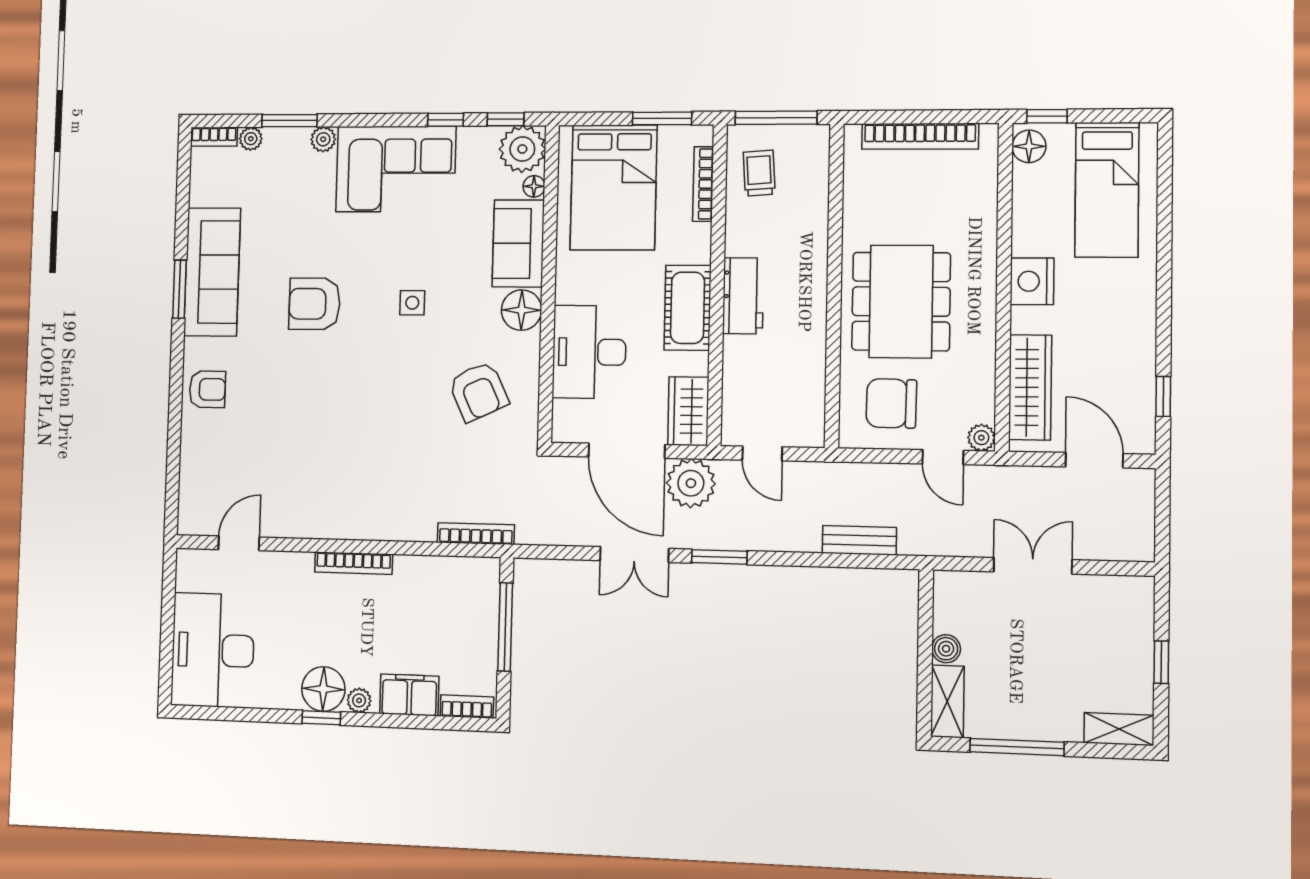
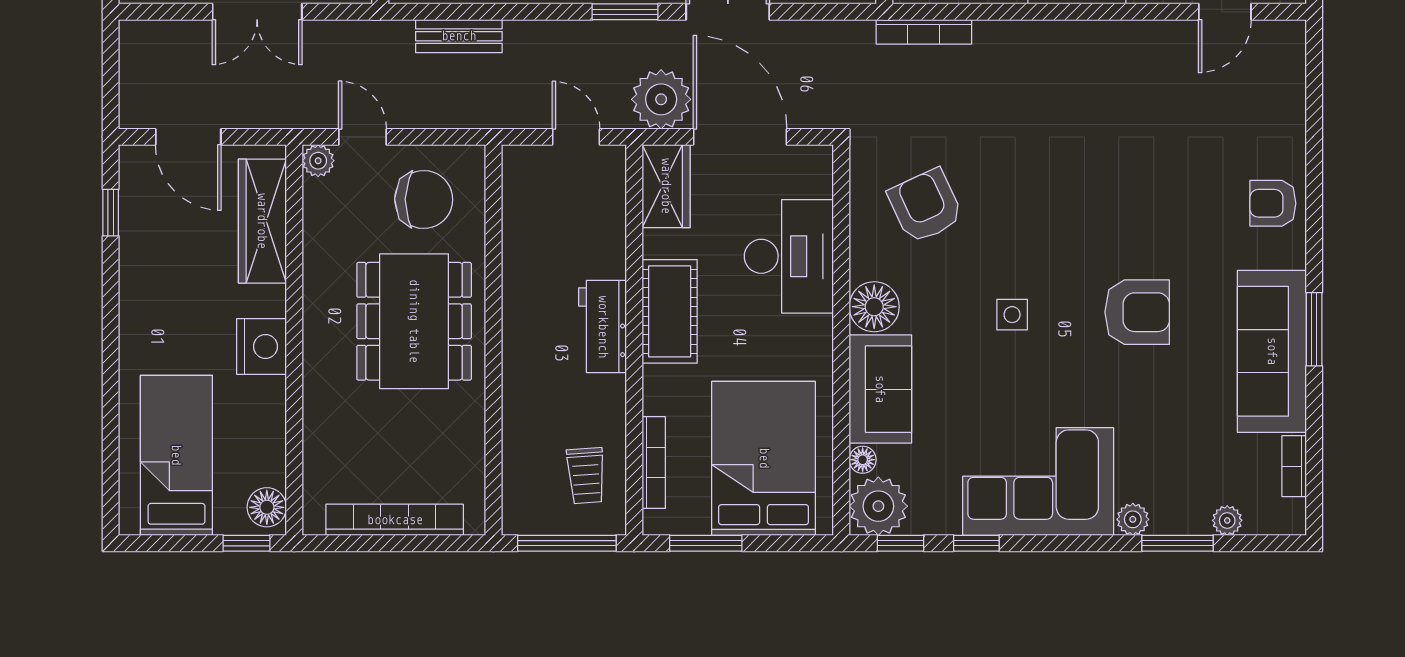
bookcase: (214, 137) -> (1294, 466), moved, turned -90

